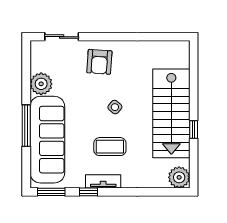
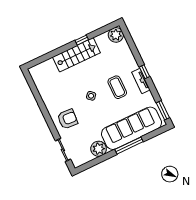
stairs: (171, 113) -> (76, 55), width x0.73, depth x0.66
window: (89, 192) -> (145, 72), moved

